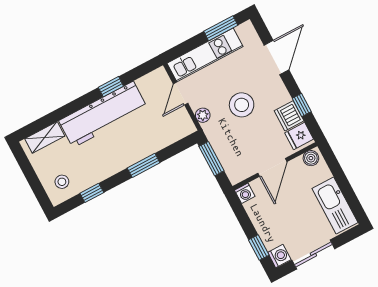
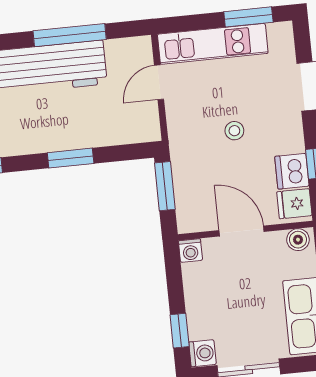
window: (111, 87) -> (70, 35), width x2.17
stool: (242, 105) -> (234, 131), width x0.53, depth x0.53
plant: (203, 115) -> (177, 123), removed
door: (272, 167) -> (242, 231), swing flipped

